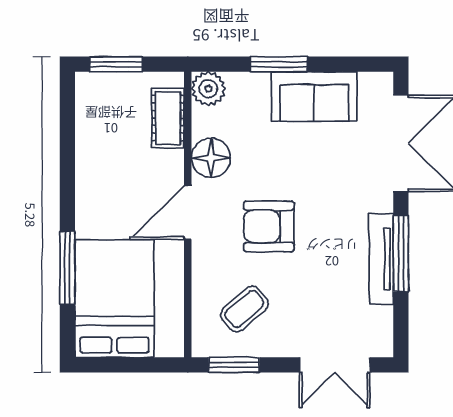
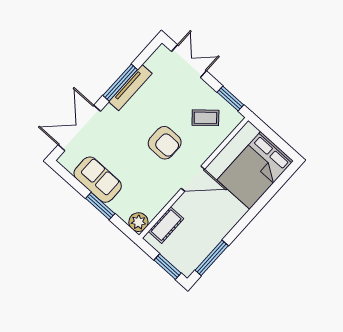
floor lamp: (211, 158) -> (163, 193), removed
window: (67, 268) -> (212, 258), moved

